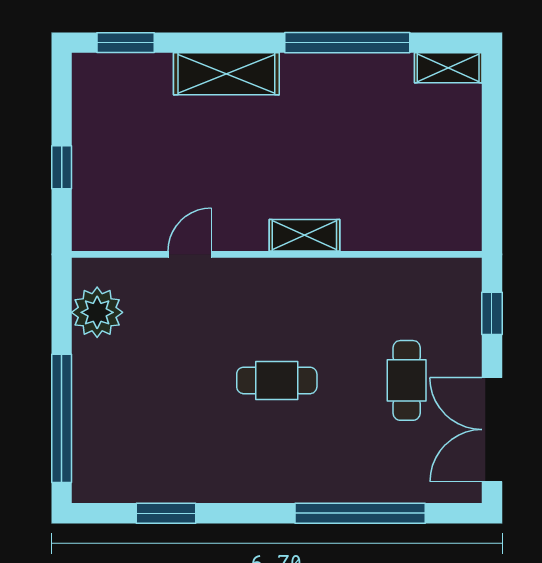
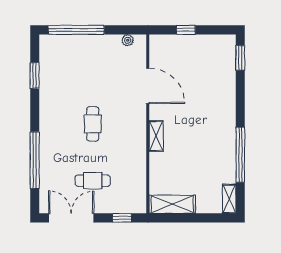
shelving: (226, 74) -> (172, 204), moved, turned 90
door: (190, 254) -> (148, 86), width x1.87
plant: (97, 312) -> (128, 40), width x0.53, depth x0.53

